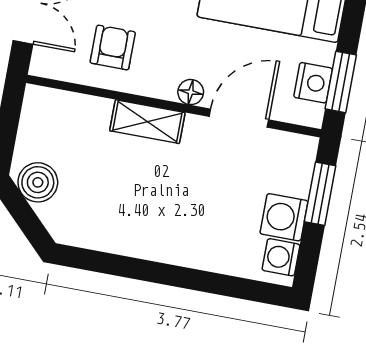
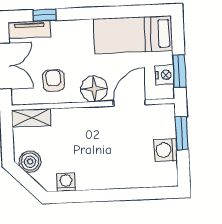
floor lamp: (191, 92) -> (94, 89), width x1.89, depth x1.89
shelving: (147, 122) -> (31, 118), moved
washing machine: (281, 257) -> (66, 182), moved, turned 90

